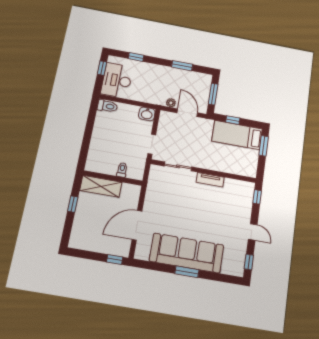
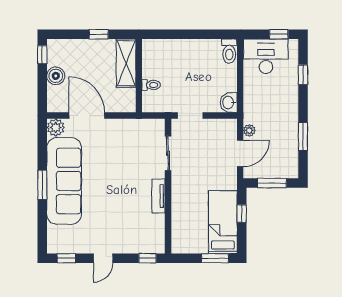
boiler: (100, 245) -> (56, 76), added
plant: (142, 253) -> (56, 127), added
window: (115, 259) -> (42, 55), moved

